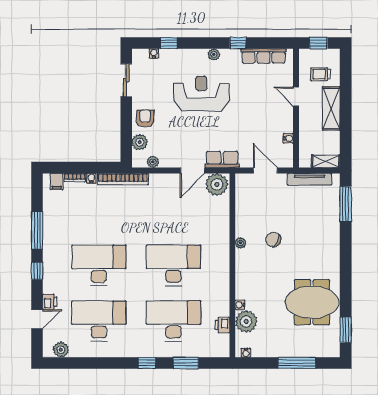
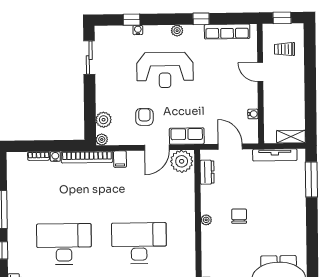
water cooler: (154, 53) -> (138, 30), moved
reception desk: (201, 94) -> (165, 70), turned 180
shelving: (331, 108) -> (296, 83), removed
armchair: (145, 118) -> (144, 117), moved
plant: (153, 162) -> (102, 140), moved
filing cabinet: (57, 182) -> (120, 159), moved
dresser: (242, 196) -> (207, 172), added
chair: (273, 240) -> (239, 216), turned 62

